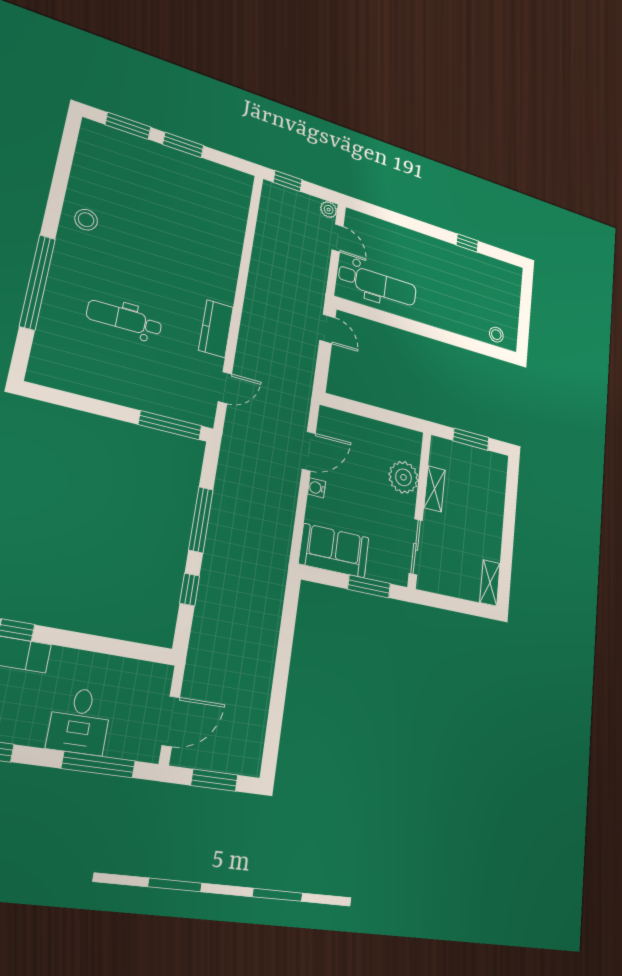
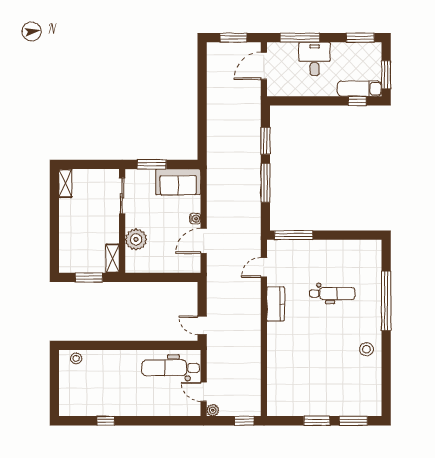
shelving: (435, 489) -> (113, 258), moved
window: (190, 590) -> (265, 141), width x1.50

